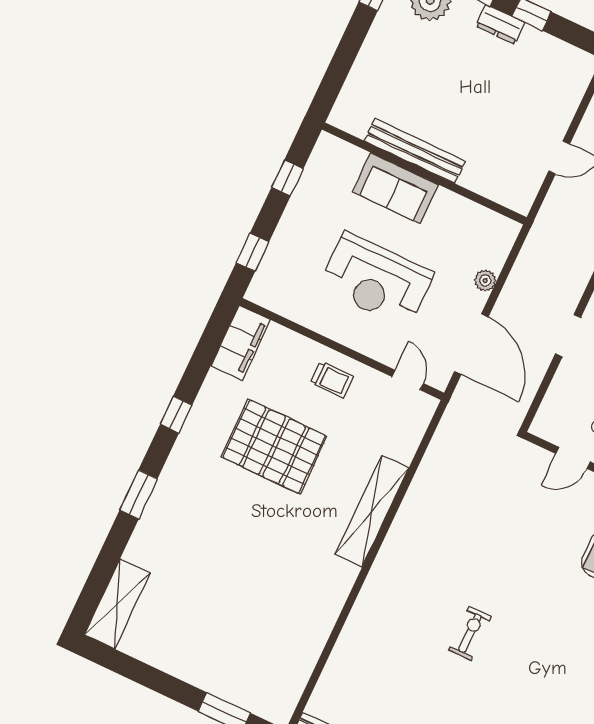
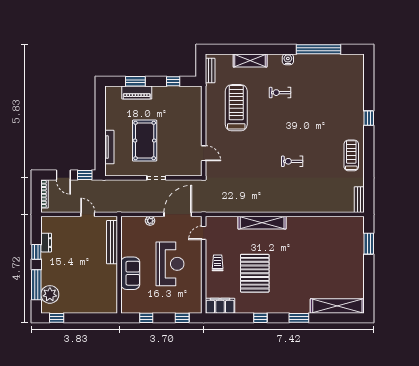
dresser: (500, 24) -> (46, 243), moved
bench: (415, 151) -> (112, 242), moved
shelving: (117, 604) -> (337, 306), width x1.47

